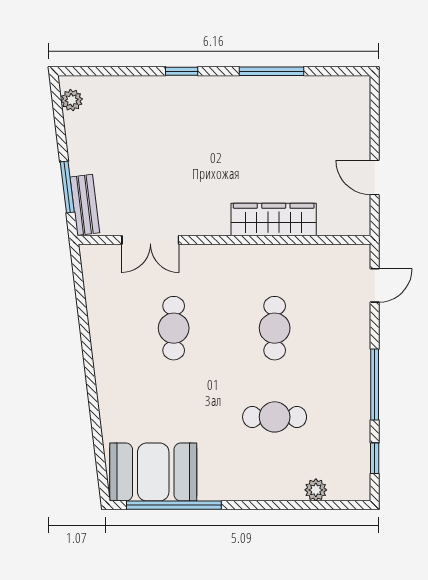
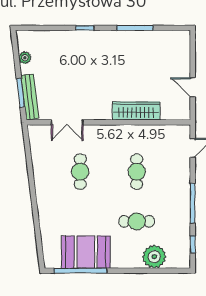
plant: (72, 100) -> (25, 58), moved
bench: (85, 205) -> (30, 97), width x1.36
booth: (153, 472) -> (86, 252), moved
plant: (316, 490) -> (154, 257), width x1.87, depth x1.87

